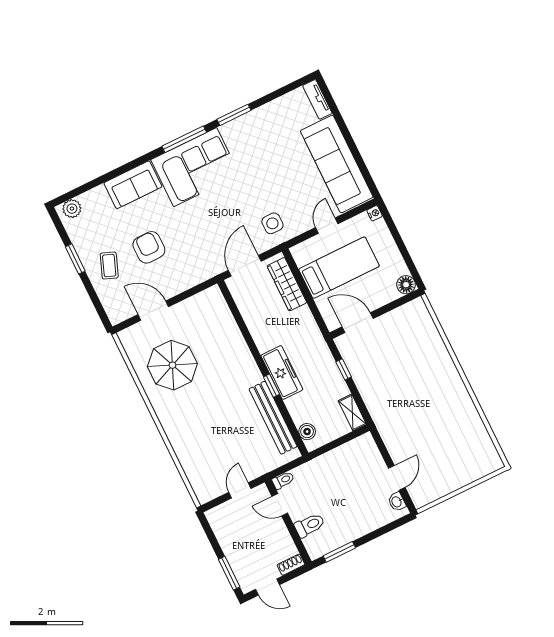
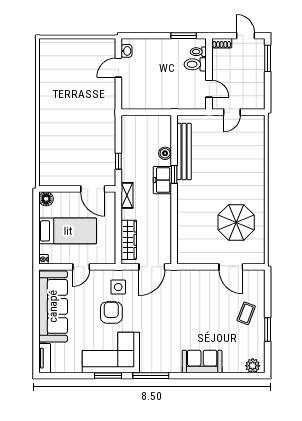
corner sofa: (195, 167) -> (111, 353), moved
armchair: (149, 247) -> (111, 313), moved, turned 180
bed: (339, 268) -> (68, 231), moved, turned 180
freezer: (282, 372) -> (162, 180), width x0.71
shelving: (352, 413) -> (127, 195), moved
boiler: (307, 432) -> (165, 153), moved
toilet: (283, 480) -> (198, 52), moved

